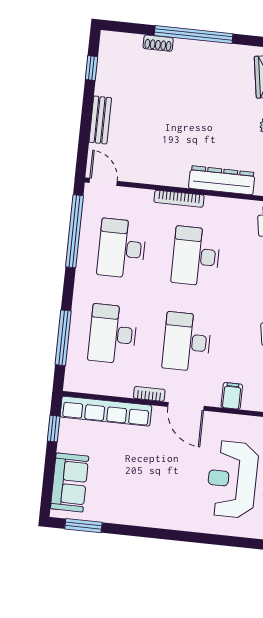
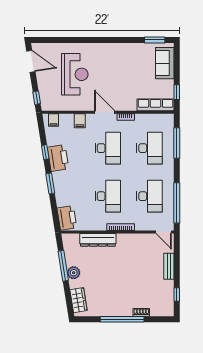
row of seats: (106, 411) -> (156, 105), width x0.73

